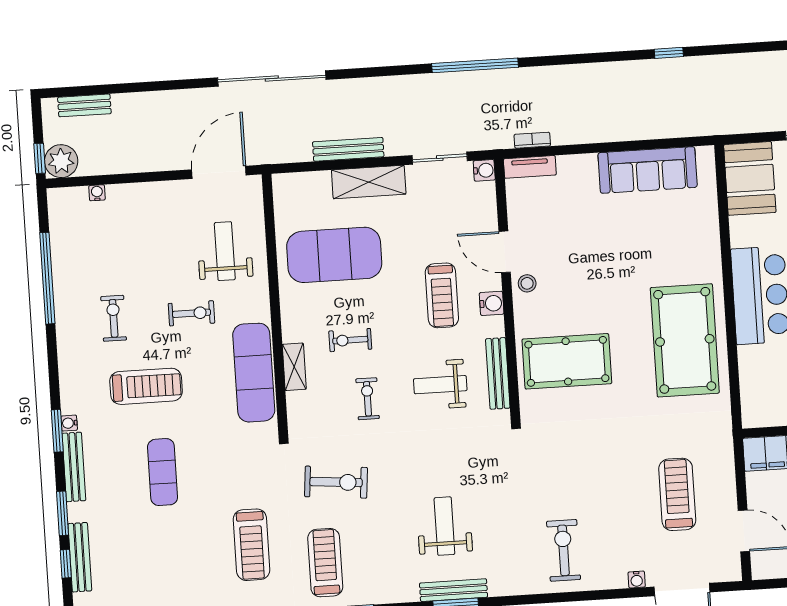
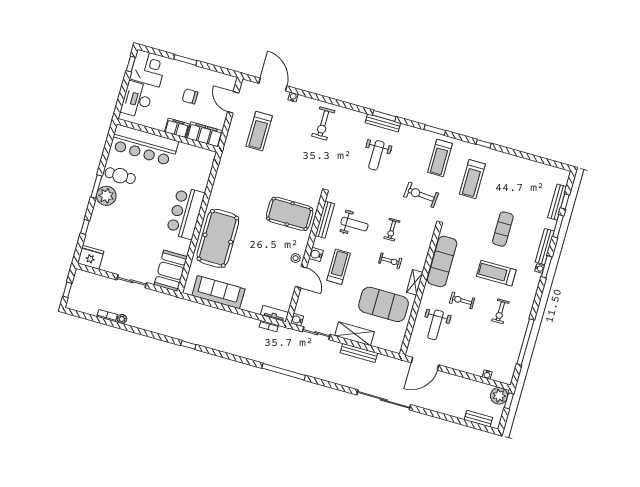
pool table: (685, 340) -> (218, 238), moved
shelving: (294, 367) -> (415, 282), moved
treadmill: (252, 545) -> (472, 179), turned 180

